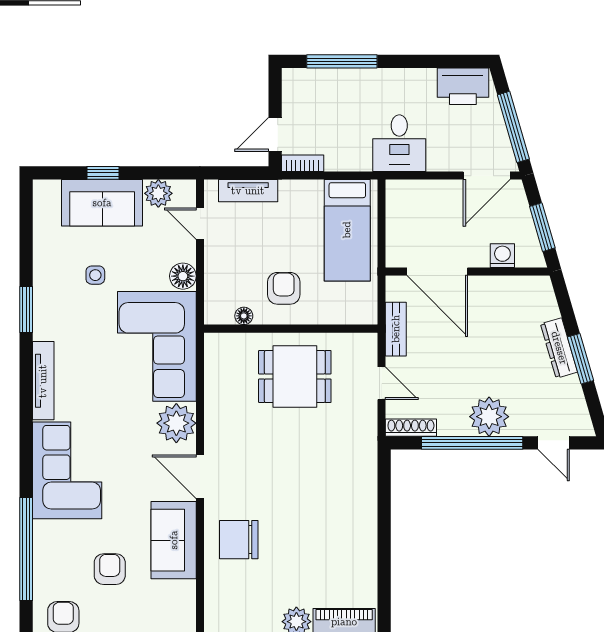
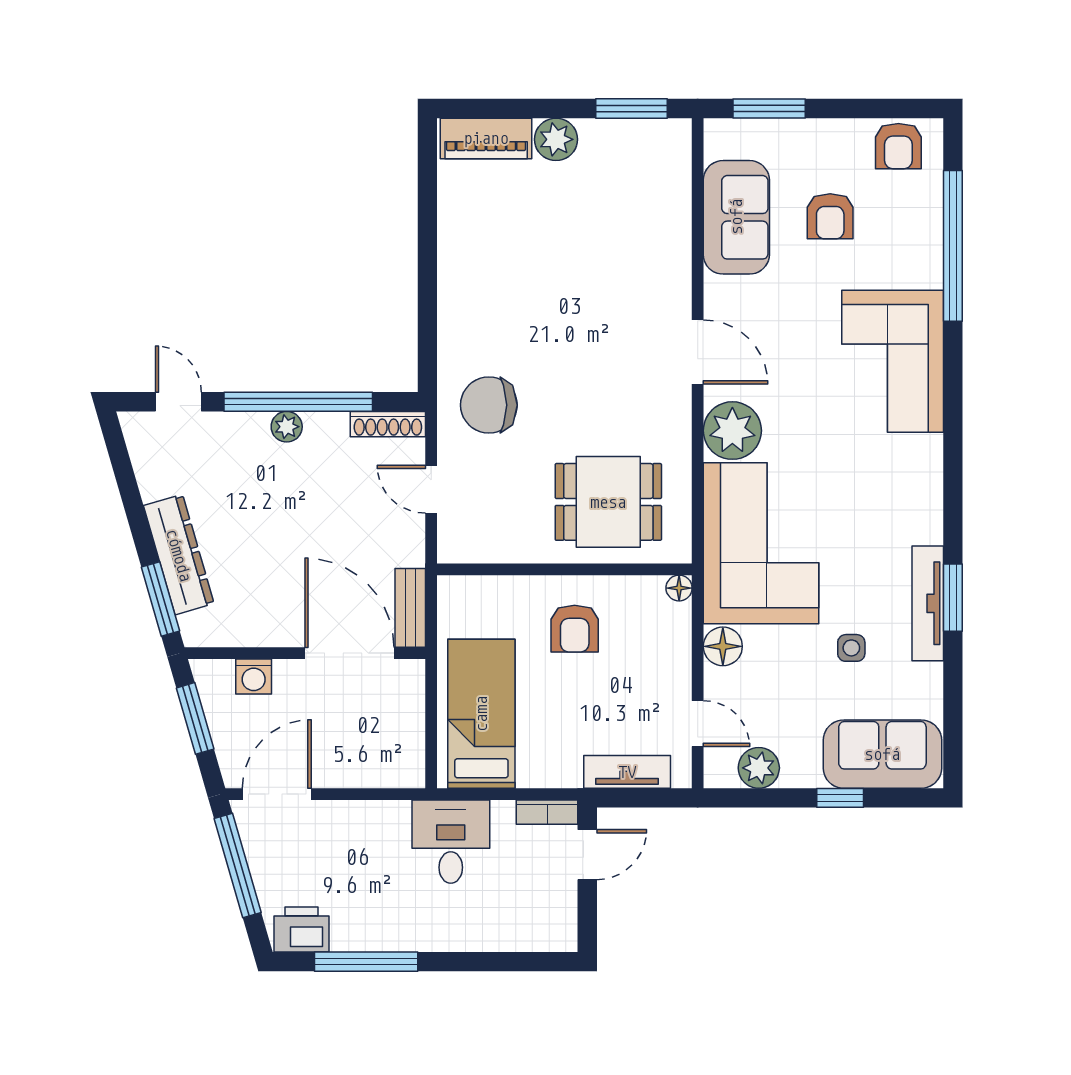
window: (342, 61) -> (366, 962), moved
printer: (463, 86) -> (301, 929), width x0.73, depth x0.84
desk: (399, 143) -> (451, 842), moved
sofa: (102, 203) -> (882, 754), moved
floor lamp: (244, 316) -> (679, 588), moved
bench: (396, 329) -> (410, 608), moved
dresser: (559, 348) -> (179, 555), width x1.37, depth x1.24
window: (580, 359) -> (161, 599), moved
dining table: (295, 377) -> (608, 502), moved
tv unit: (43, 381) -> (928, 603), moved
plant: (489, 417) -> (287, 427), width x0.53, depth x0.53
sofa: (174, 540) -> (736, 217), moved
chair: (239, 540) -> (489, 405), moved, turned 180

